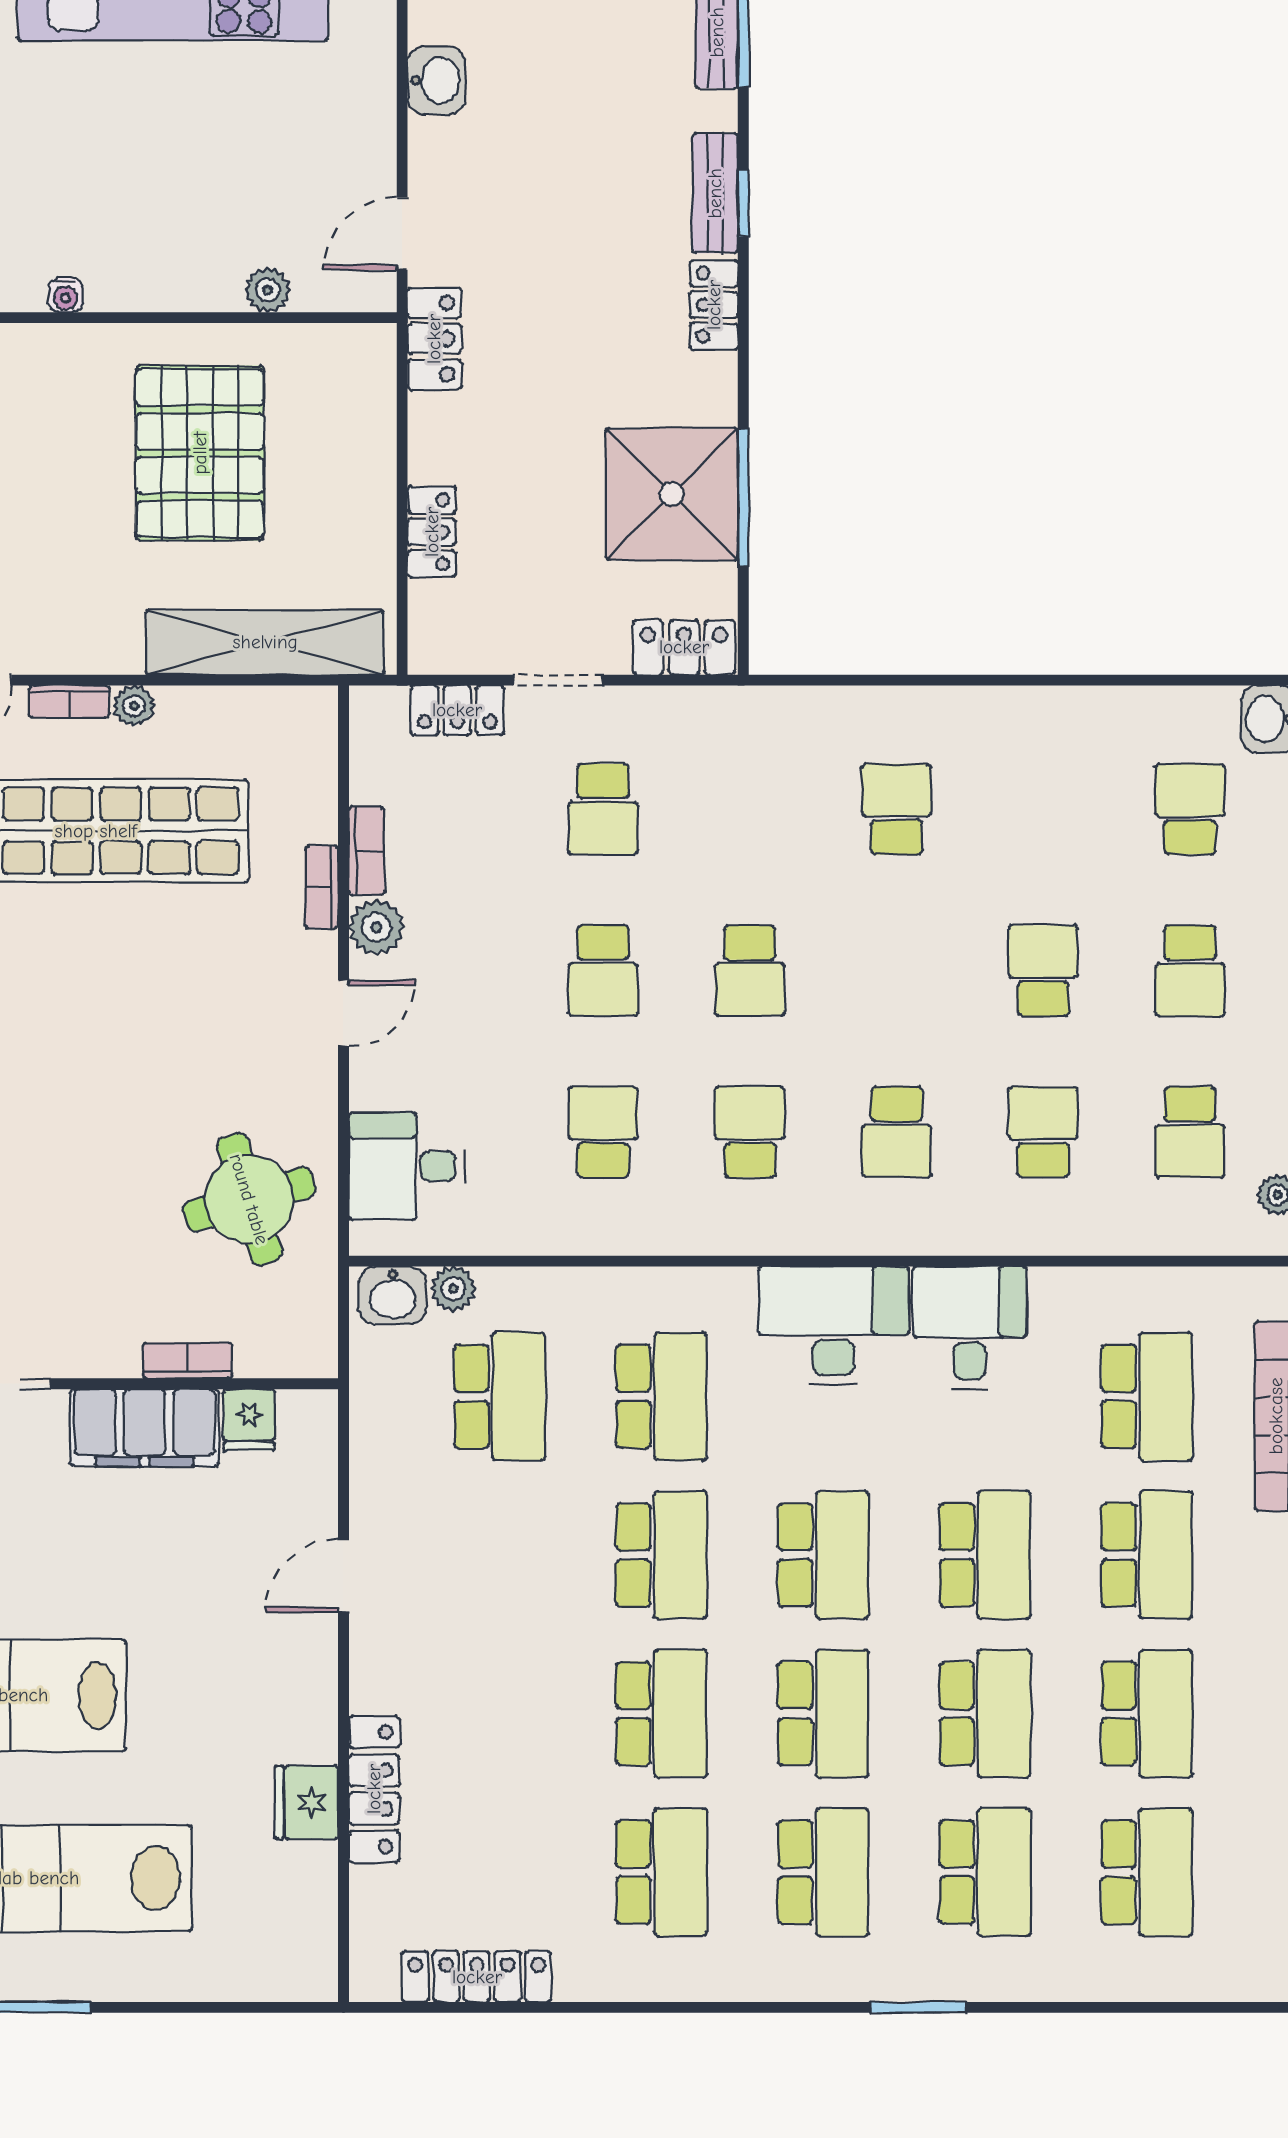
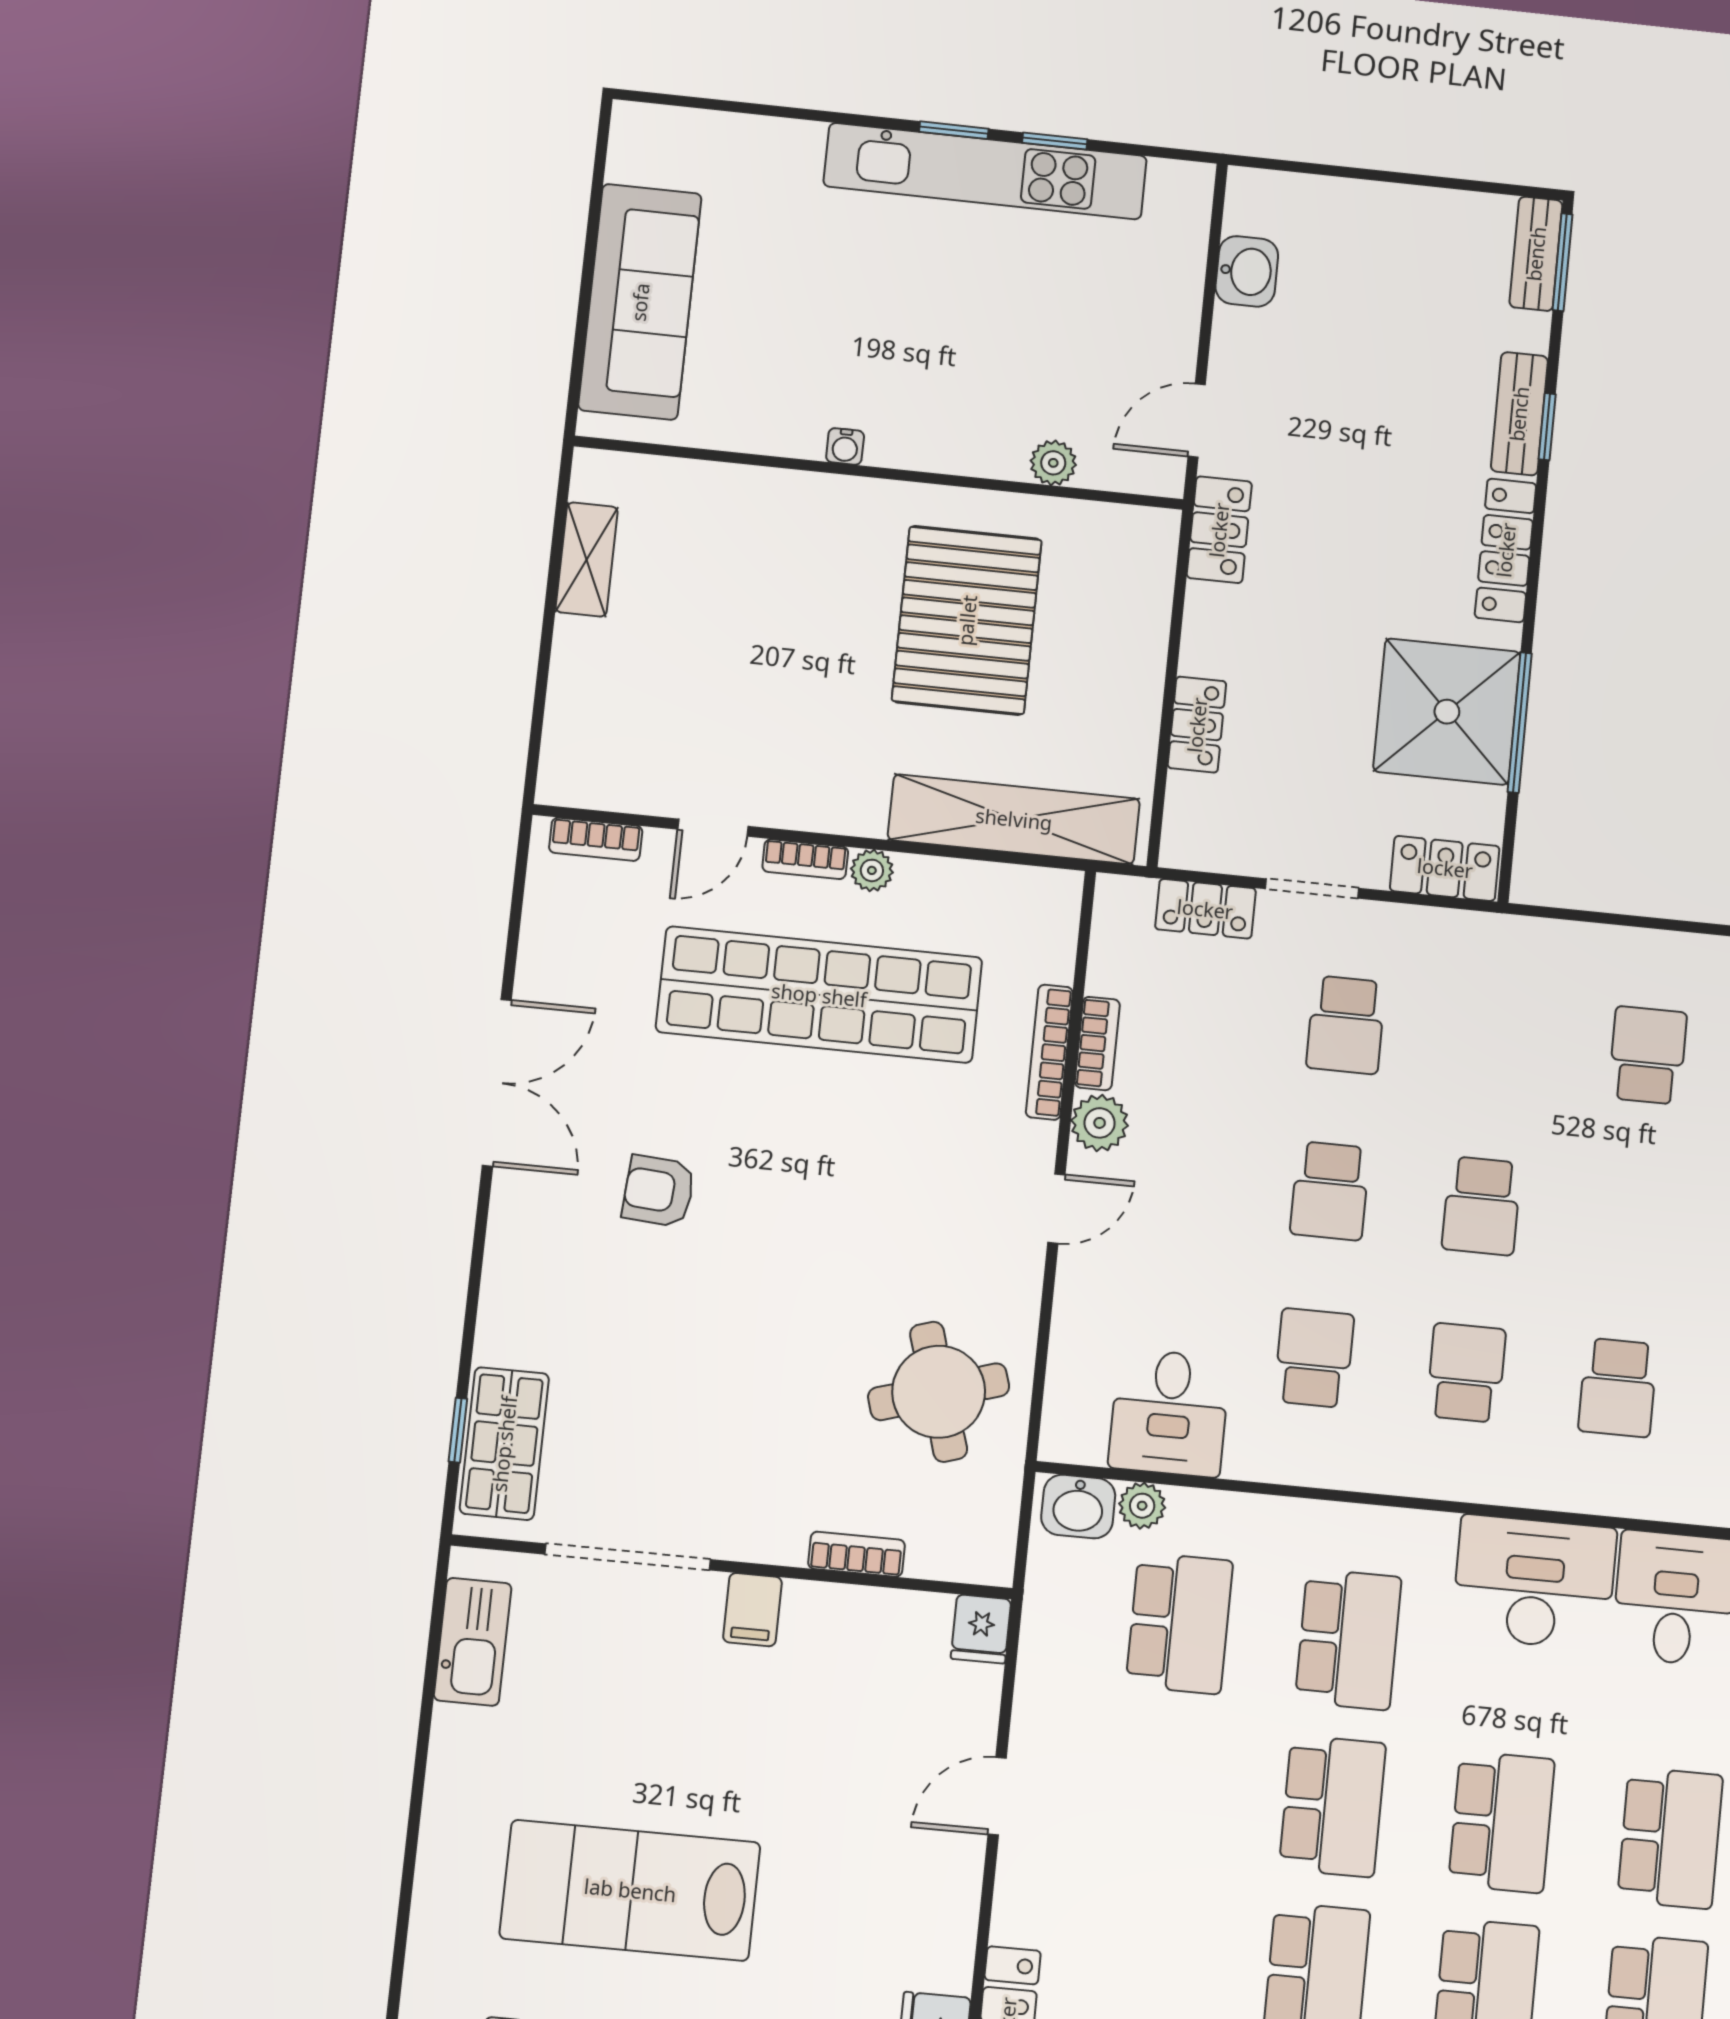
locker: (714, 305) -> (1506, 550), width x1.53
bookcase: (322, 887) -> (1049, 1052), width x1.56
desk: (407, 1166) -> (1169, 1413), moved, turned -90
fridge: (249, 1420) -> (981, 1629), moved
filing cabinet: (145, 1428) -> (752, 1610), width x0.33, depth x0.86

